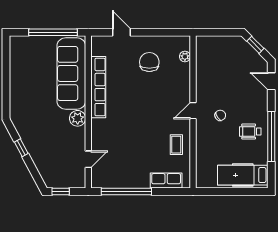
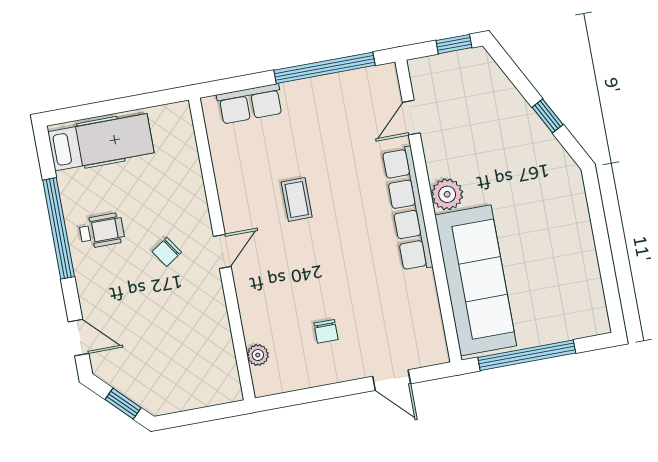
chair: (149, 62) -> (326, 331), width x0.54, depth x0.54
row of seats: (98, 87) -> (408, 209), moved
coffee table: (176, 145) -> (297, 200), moved

